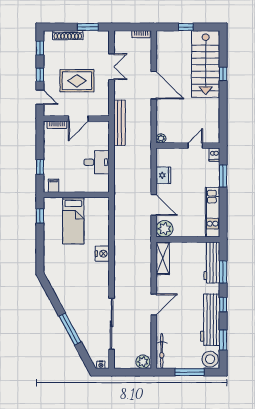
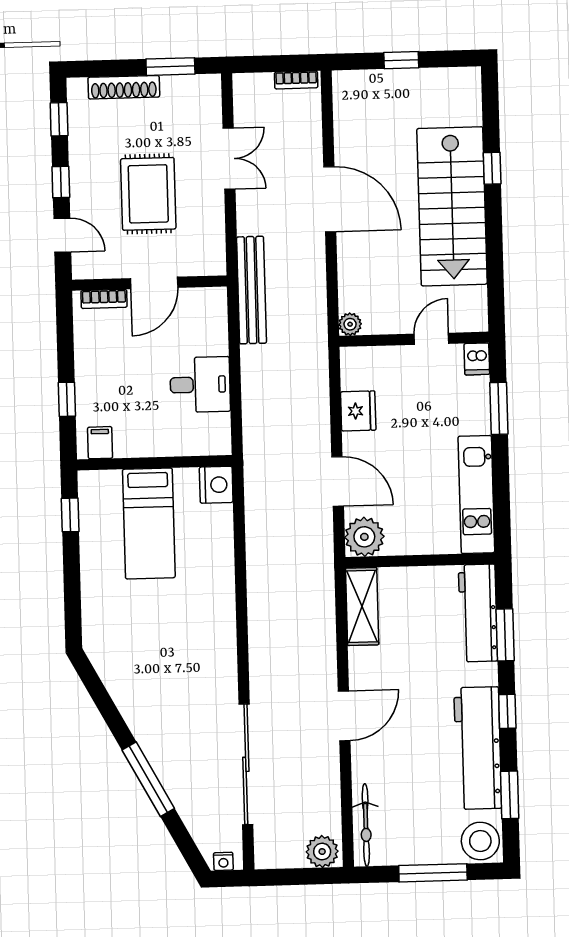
stairs: (206, 64) -> (452, 206), moved
rug: (77, 81) -> (148, 194), turned 90
nightstand: (102, 254) -> (216, 485), moved

